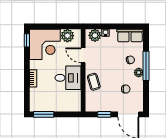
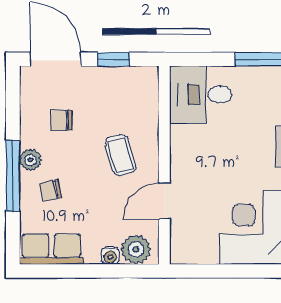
plant: (67, 36) -> (202, 249), removed
door: (83, 55) -> (164, 201), swing flipped
desk: (68, 78) -> (201, 95), moved
coffee table: (94, 82) -> (120, 155), moved

